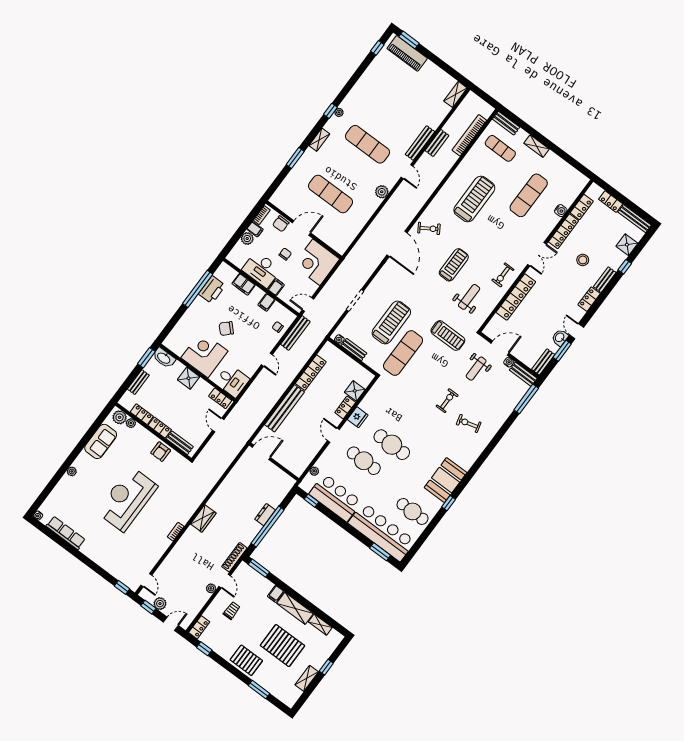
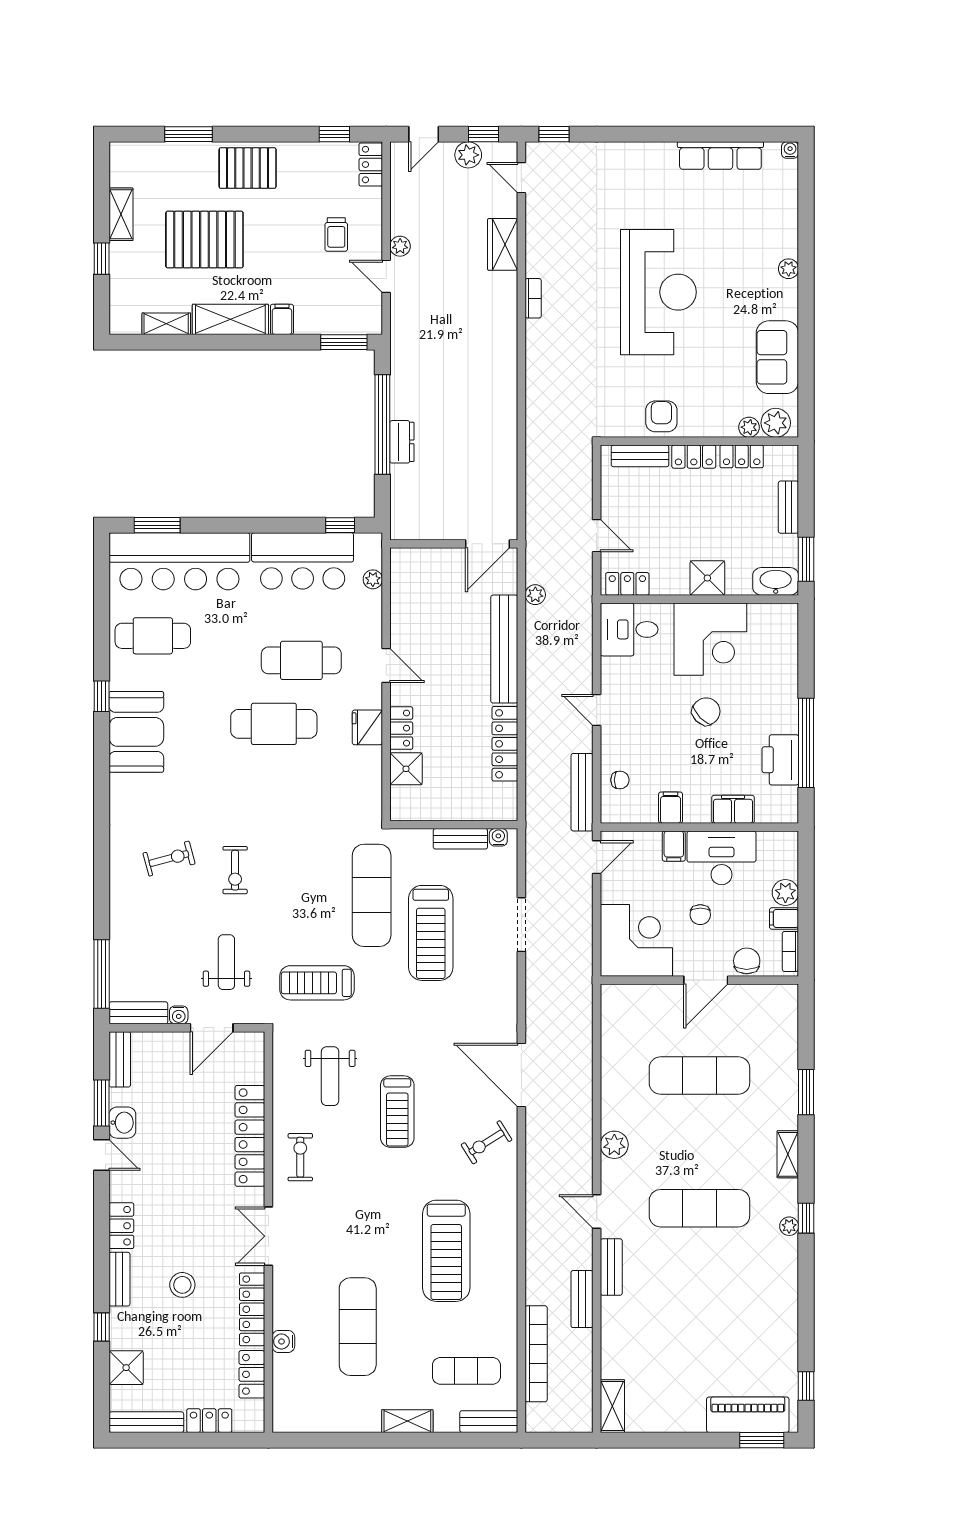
bench: (420, 143) -> (611, 1267), width x0.73
plant: (258, 420) -> (535, 595), added
wardrobe: (203, 518) -> (503, 244), moved
shoe rack: (234, 557) -> (400, 330), removed

